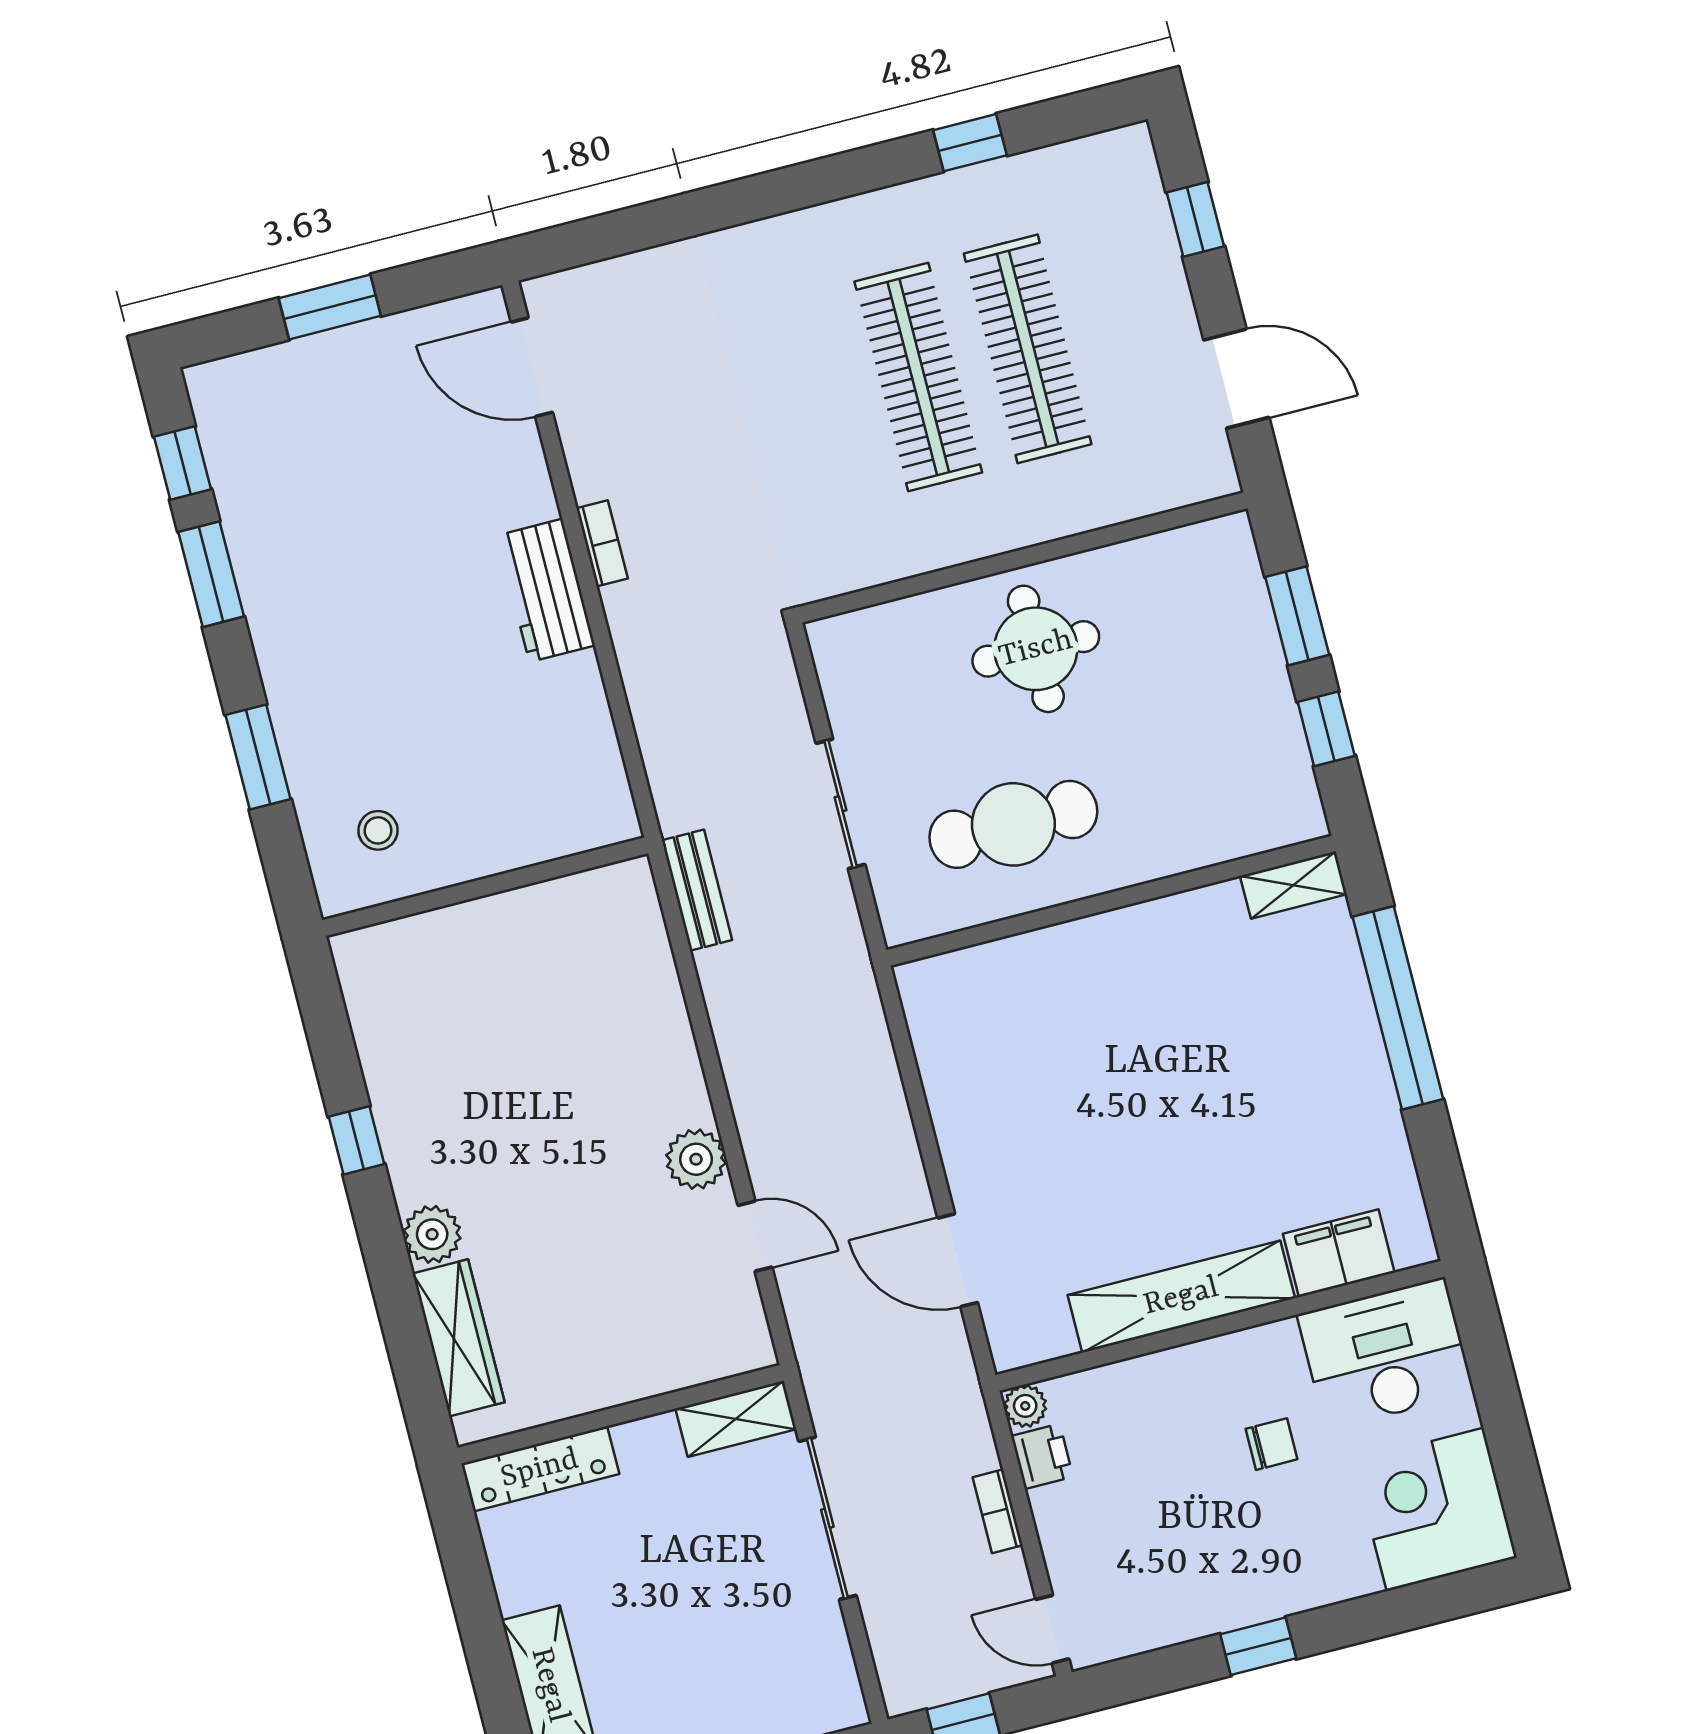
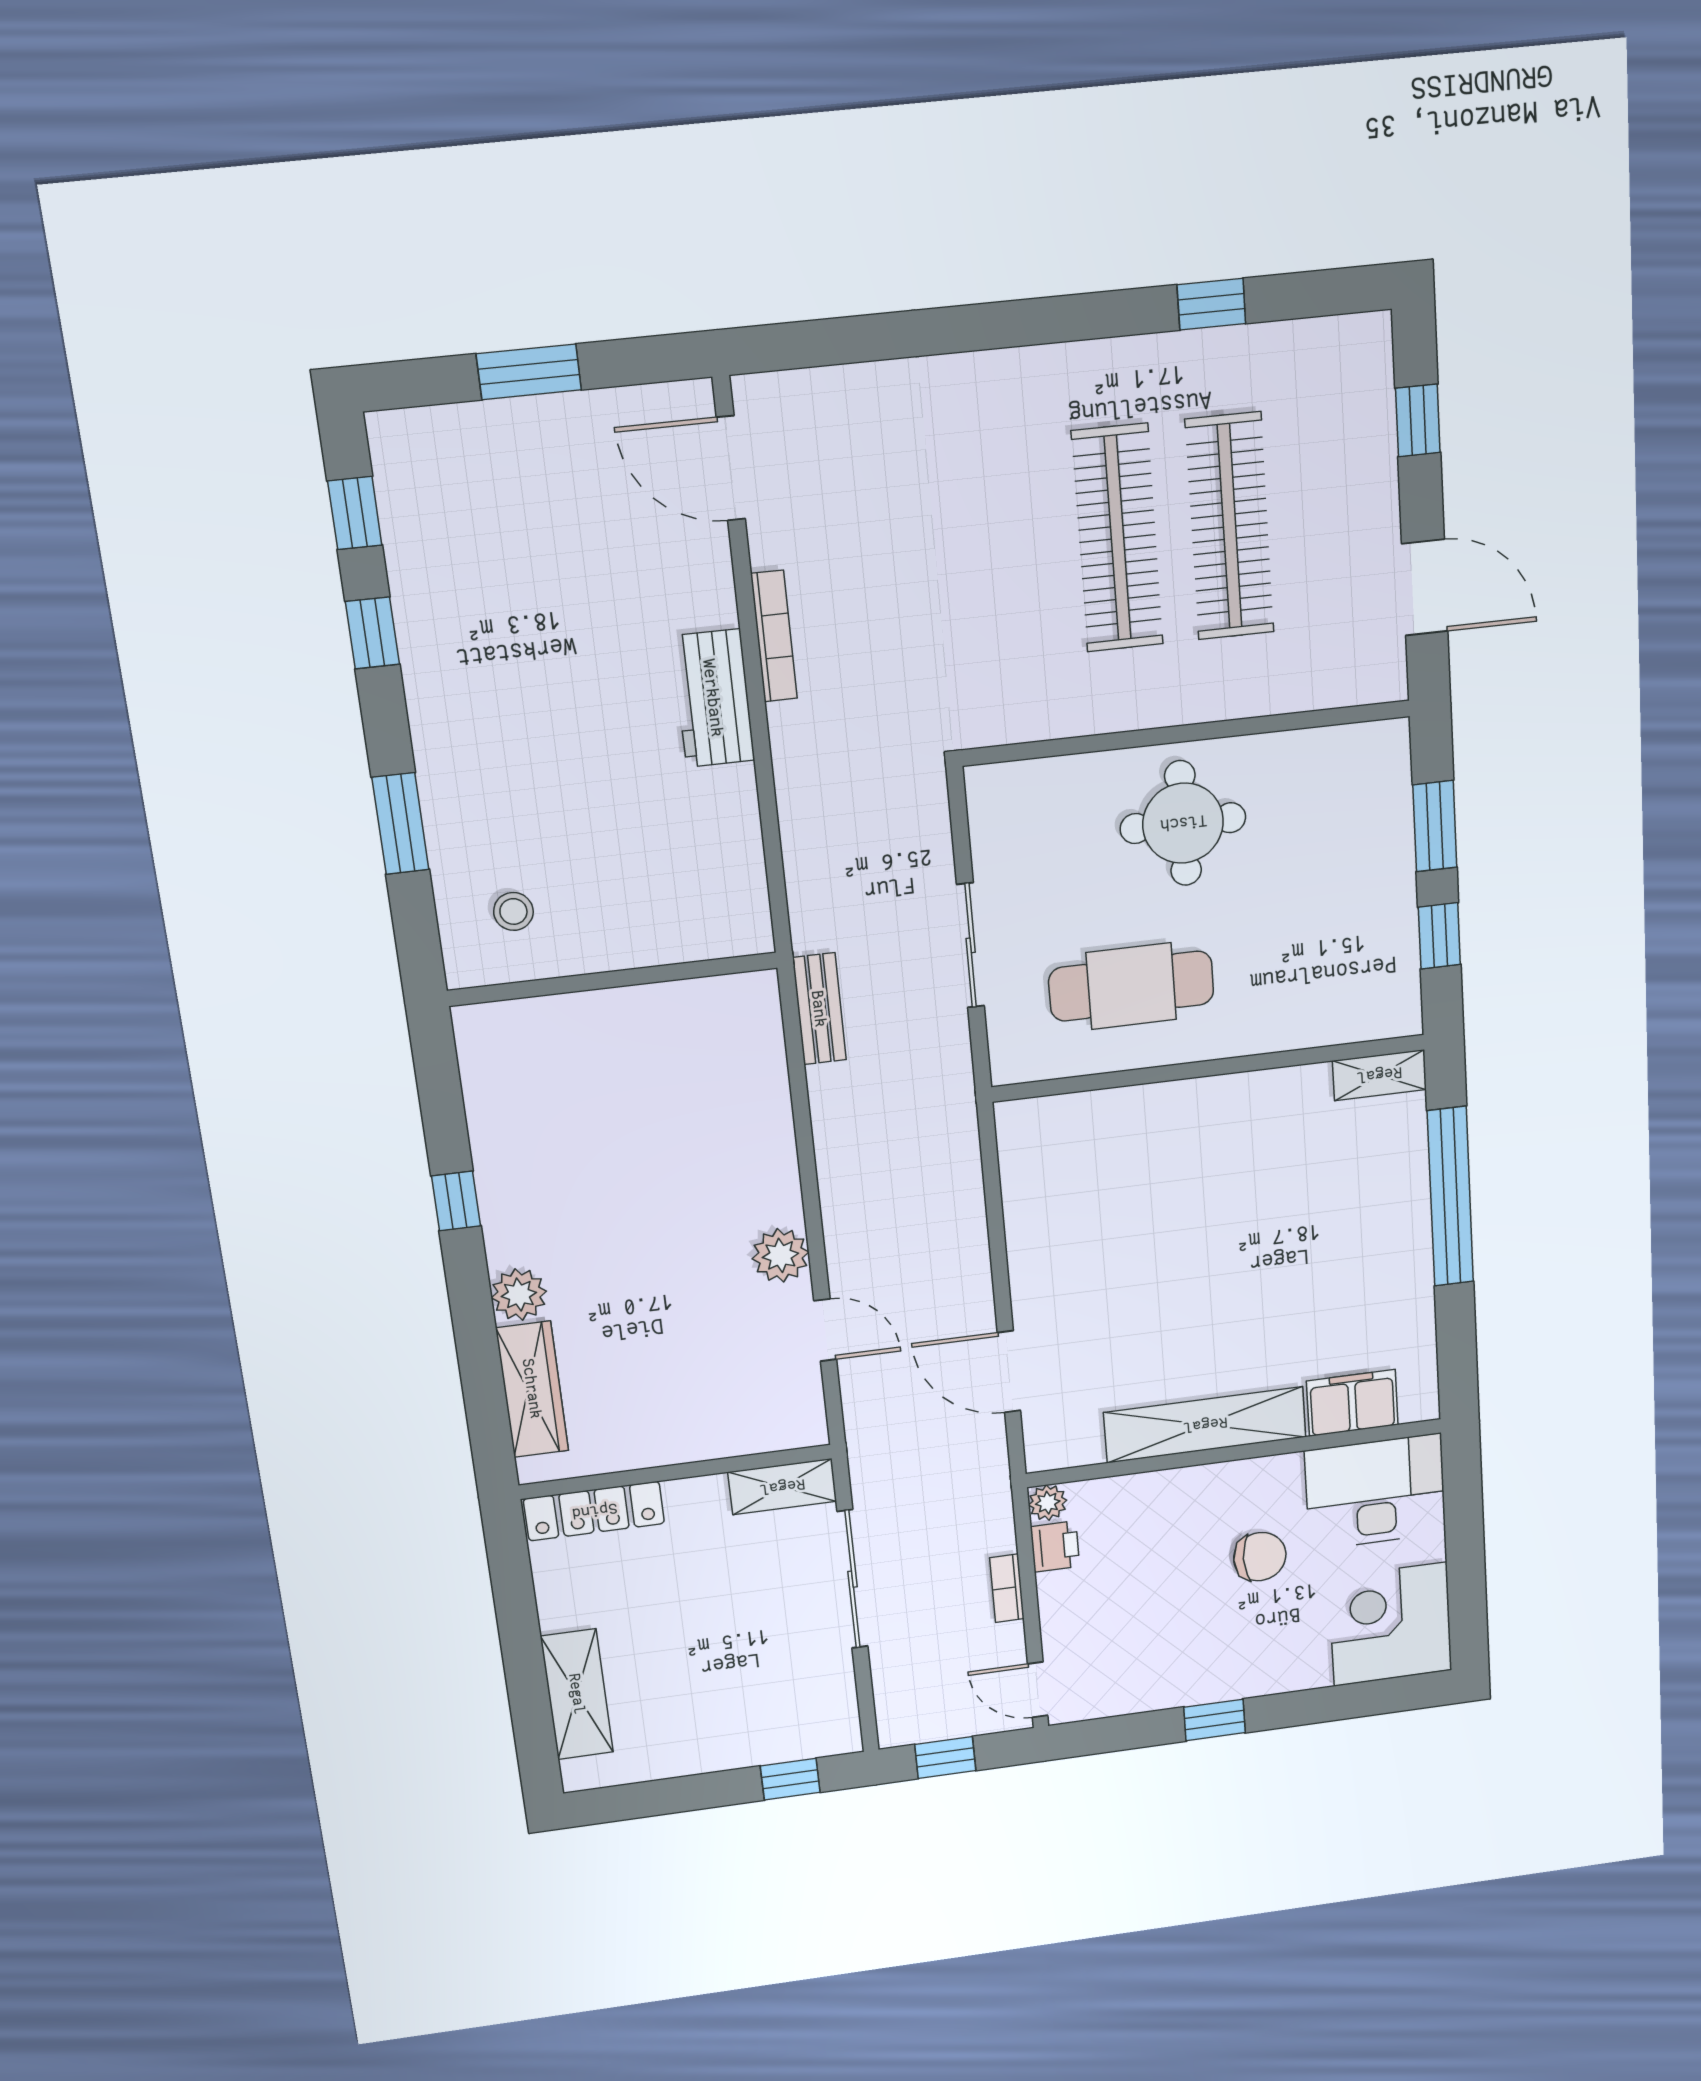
bookcase: (602, 543) -> (774, 636), width x1.56
window: (211, 574) -> (372, 633), width x0.67
chair: (1271, 1444) -> (1260, 1557), width x1.37, depth x1.37

